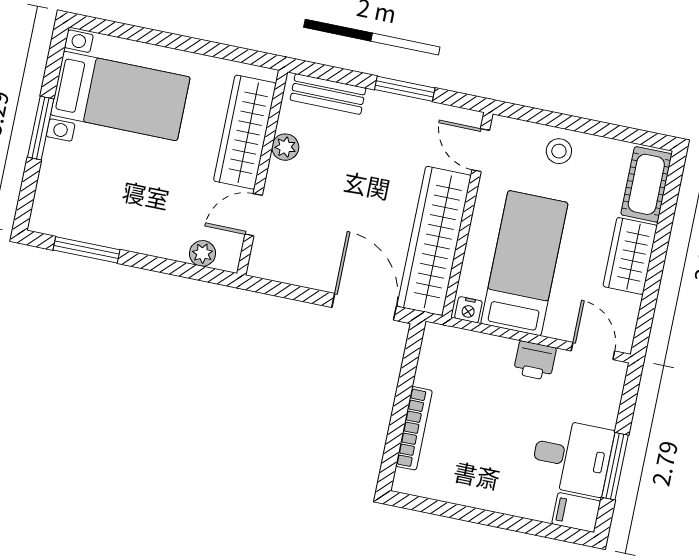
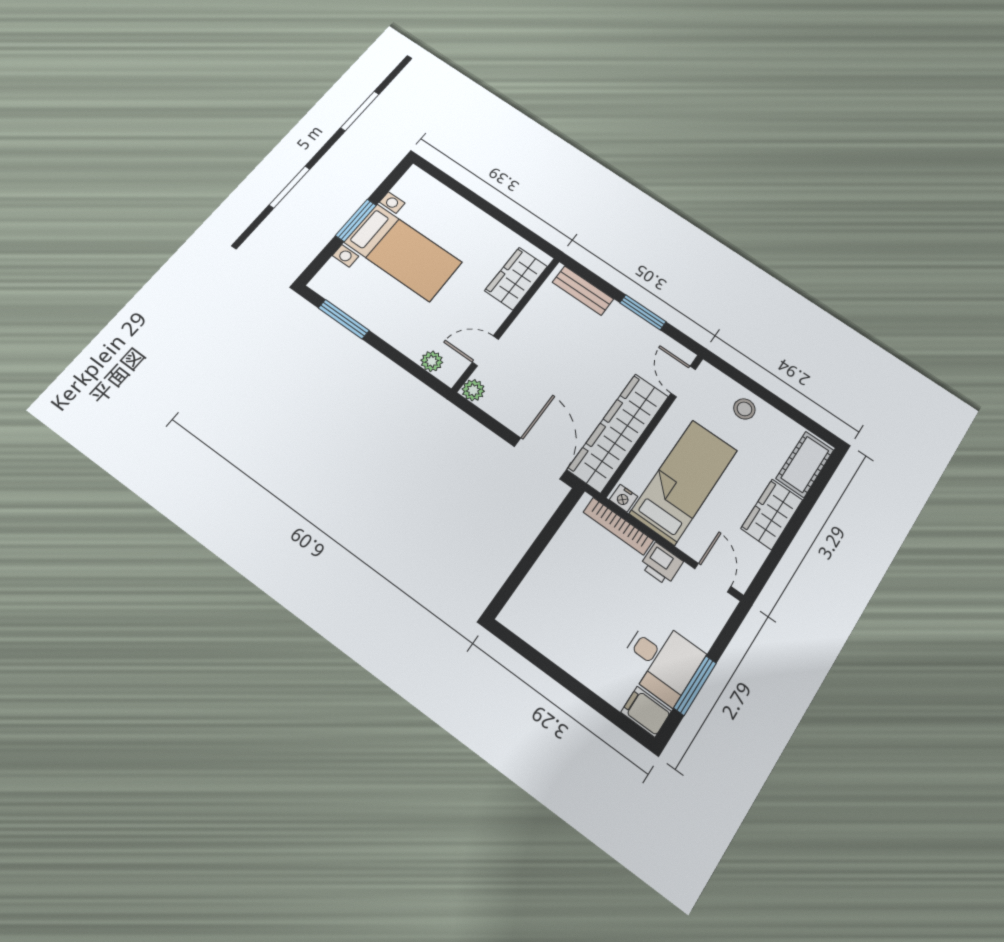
bed with nightstands: (120, 96) -> (403, 252), moved
wardrobe: (245, 132) -> (516, 279), width x0.67
plant: (285, 147) -> (473, 390), moved
bookcase: (414, 428) -> (618, 526), moved, turned 90

